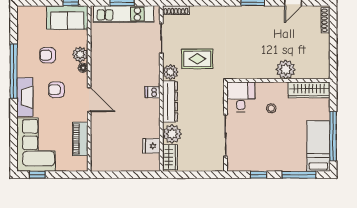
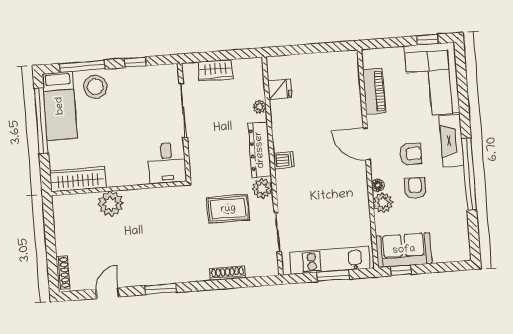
shoe rack: (176, 10) -> (227, 273), moved
armchair: (48, 55) -> (415, 188), moved, turned -90
stool: (271, 108) -> (95, 87), moved, width x1.89, depth x1.89
plant: (172, 134) -> (260, 107), width x0.53, depth x0.53
wardrobe: (170, 157) -> (215, 70), moved, turned -90

